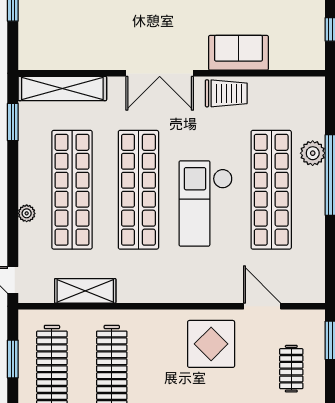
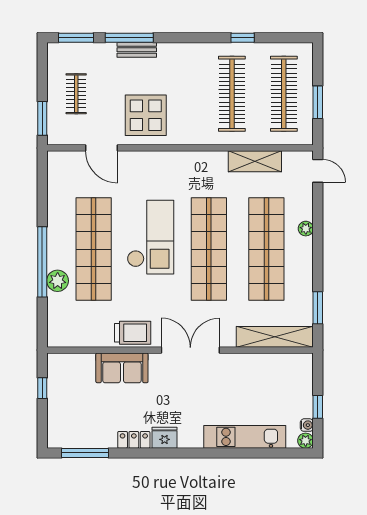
trolley: (226, 93) -> (133, 333), turned 180

